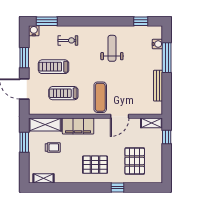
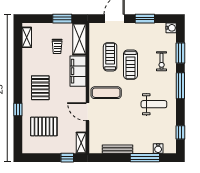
window: (47, 21) -> (180, 53), moved
window: (93, 21) -> (180, 86), added
treadmill: (54, 67) -> (131, 65), moved, turned 180

